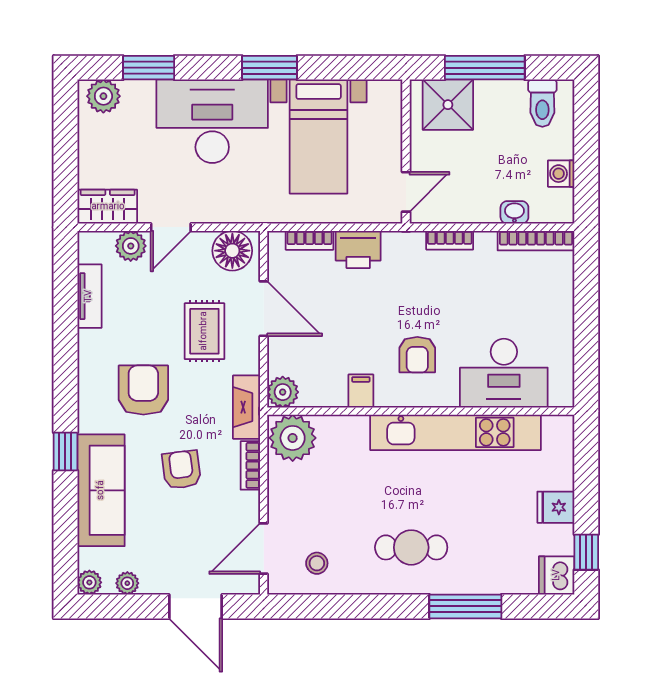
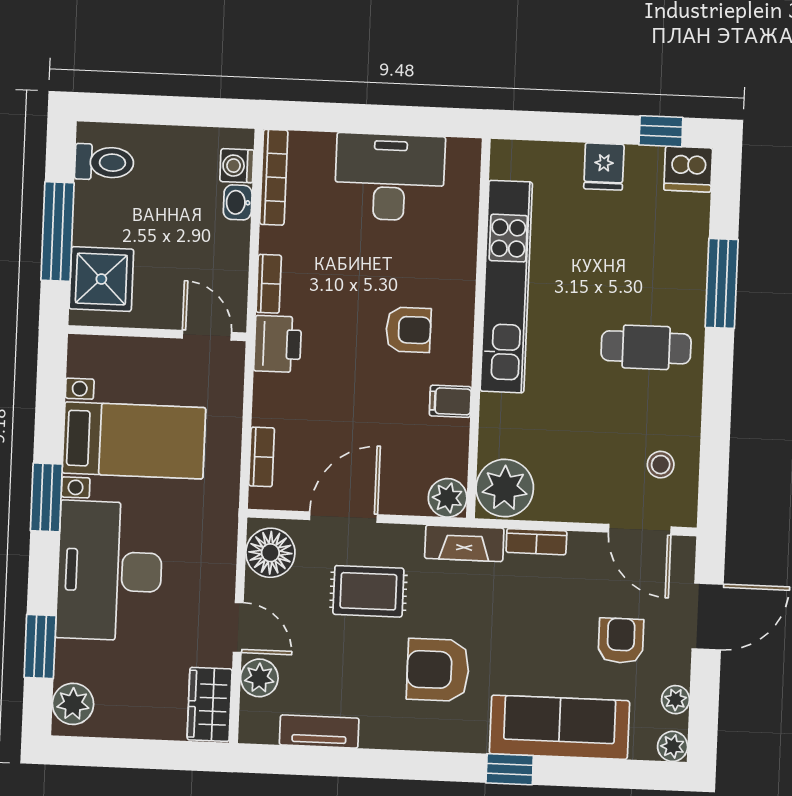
washing machine: (561, 174) -> (237, 166), moved, turned 90
printer: (358, 249) -> (278, 344), moved
desk: (504, 373) -> (390, 177), moved, turned -90
armchair: (181, 470) -> (621, 641), moved, turned 97
cafe table: (411, 547) -> (646, 347), turned 90

